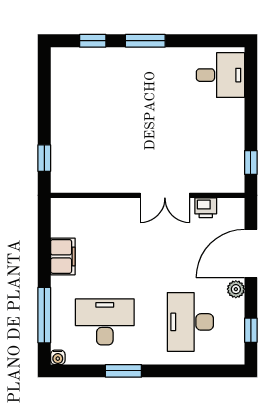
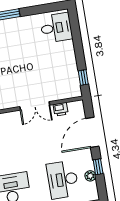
plant: (236, 289) -> (90, 176), moved
window: (251, 330) -> (98, 167), moved

